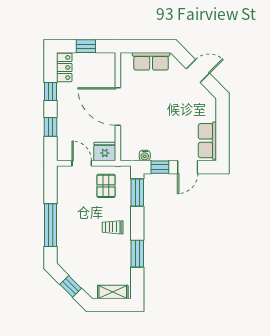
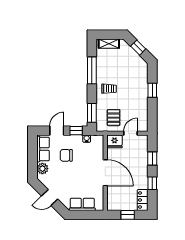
plant: (208, 113) -> (42, 169), added
chair: (174, 132) -> (66, 155), added
door: (82, 163) -> (130, 133), swing flipped
window: (50, 225) -> (152, 90), width x0.46
window: (137, 254) -> (92, 70), width x1.44

